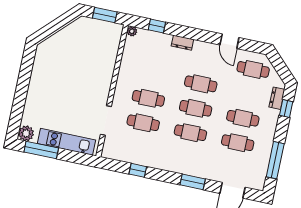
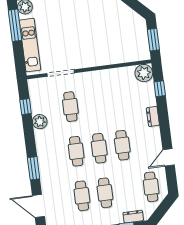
plant: (132, 31) -> (144, 73), width x1.88, depth x1.88
cafe table: (148, 98) -> (93, 104), removed
plant: (148, 159) -> (40, 122), added
window: (138, 170) -> (26, 107), moved

